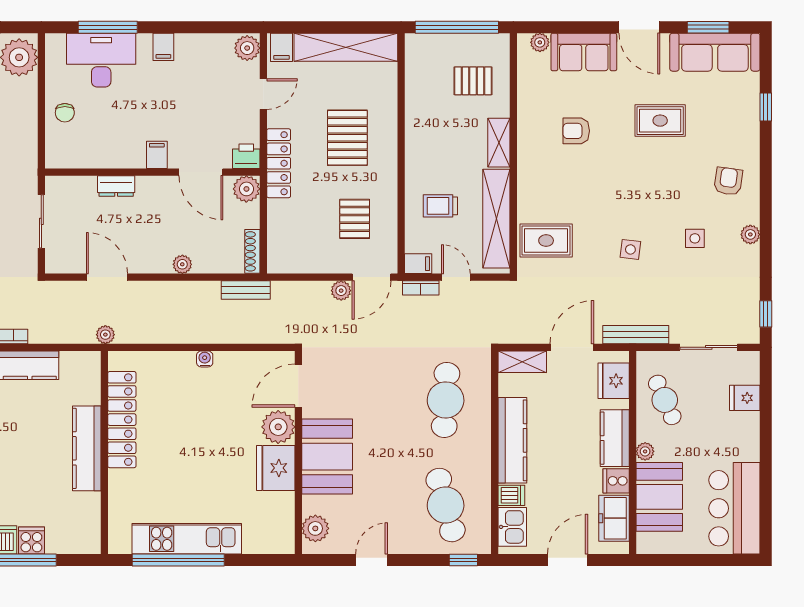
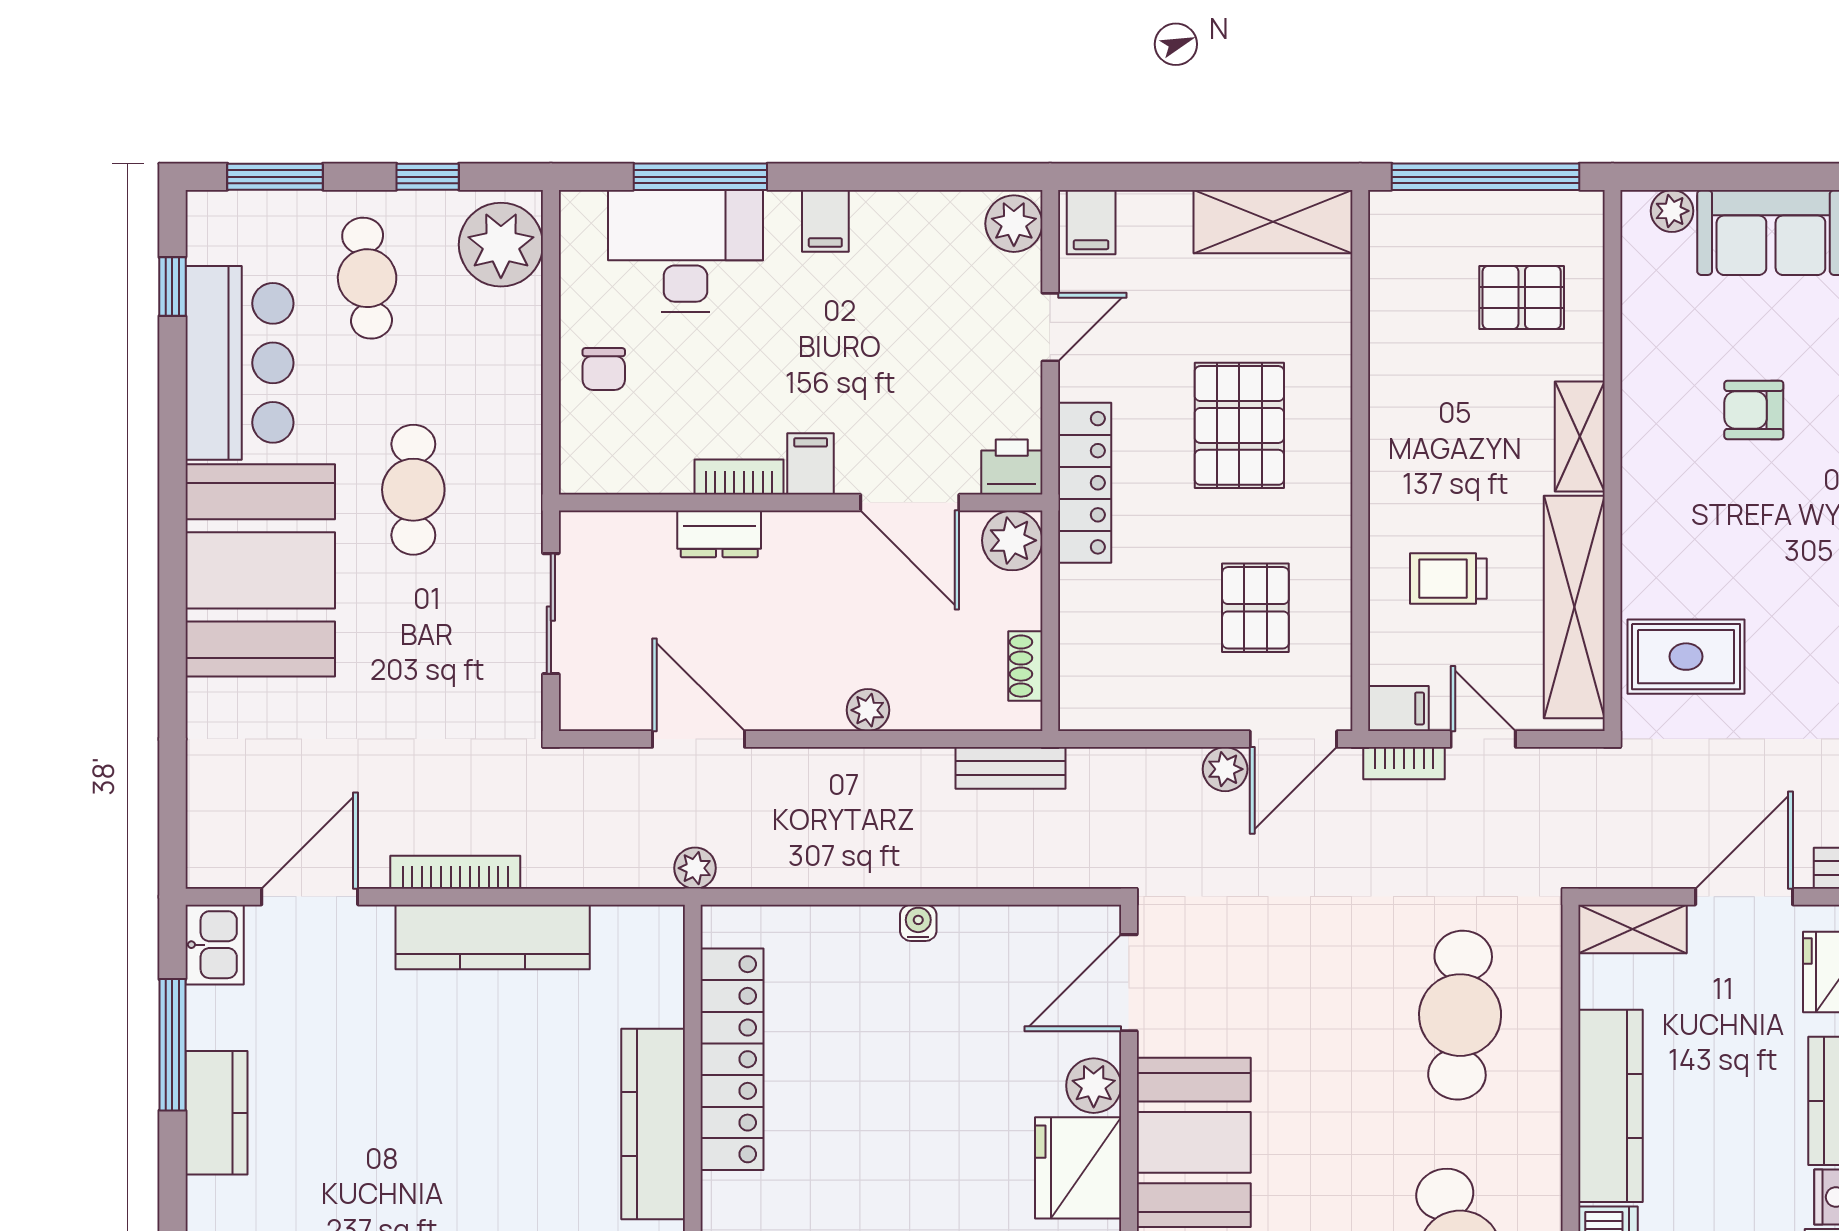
shelving: (346, 47) -> (1273, 222), width x0.68
bookcase: (125, 161) -> (739, 477), added
shoe rack: (252, 251) -> (1025, 666), width x0.70
plant: (278, 427) -> (1094, 1086), width x0.73, depth x0.73

